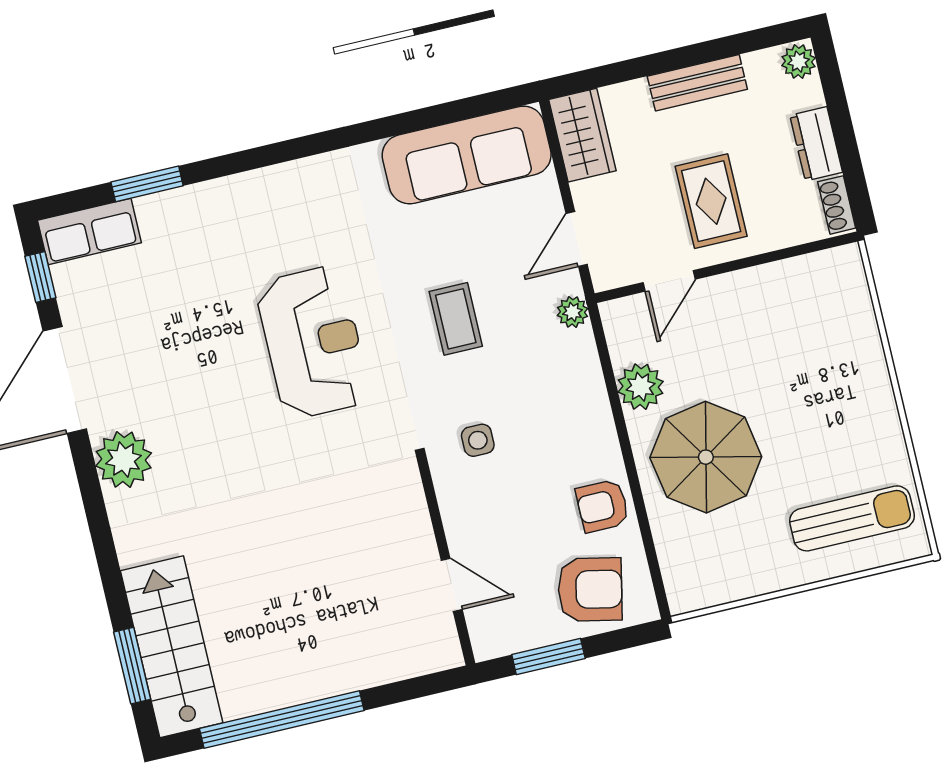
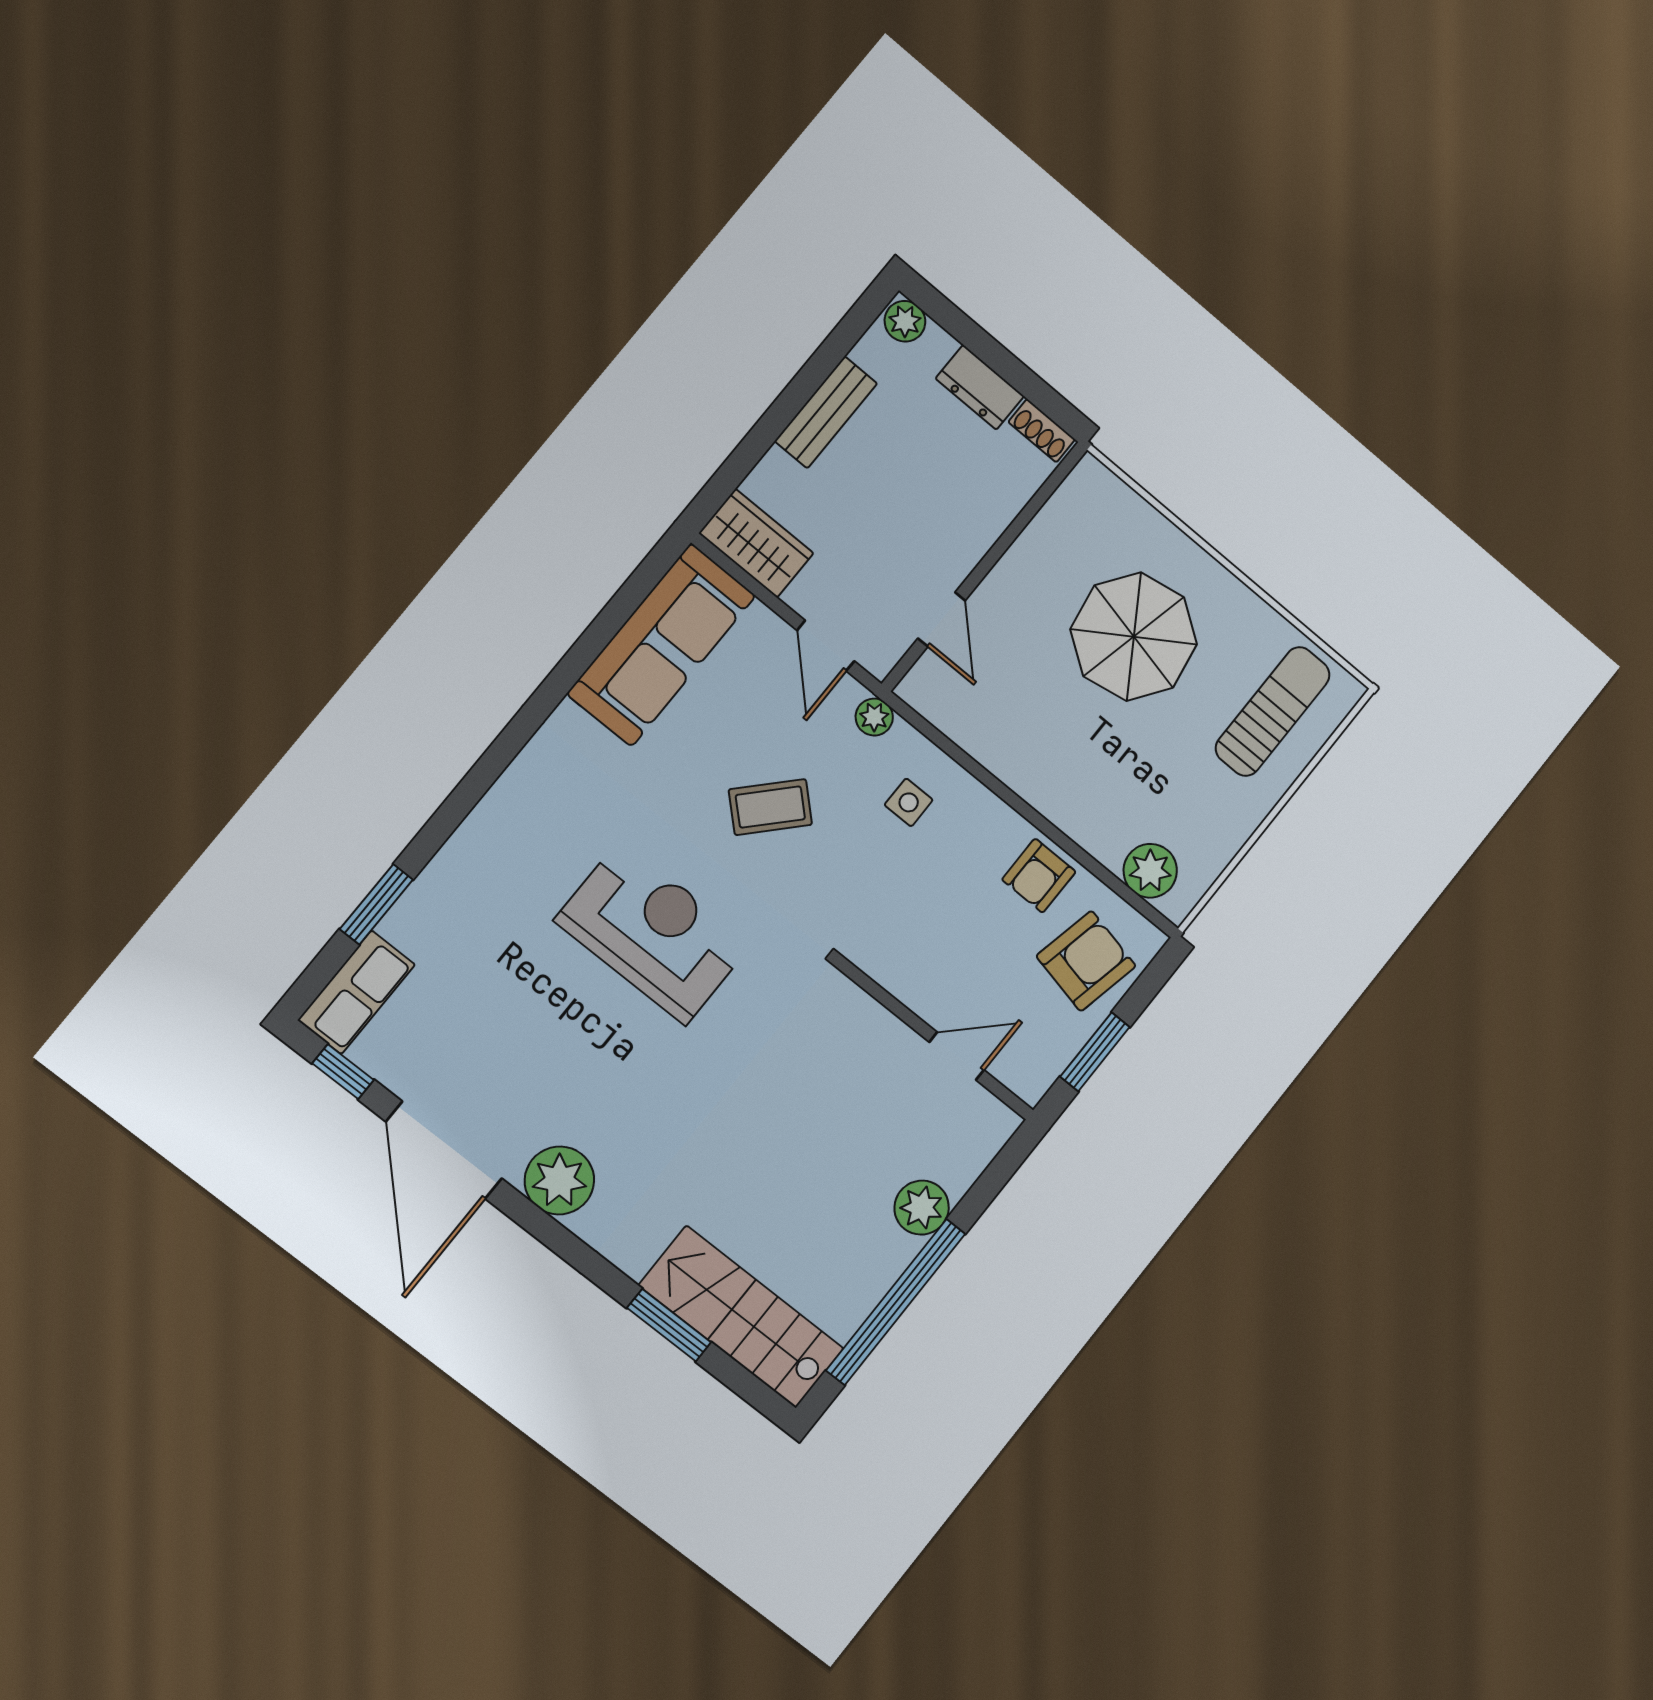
rug: (711, 201) -> (924, 515), removed
coffee table: (456, 319) -> (770, 807), turned -47
plant: (641, 387) -> (1150, 871), moved
side table: (478, 440) -> (909, 802), moved
parasol: (706, 457) -> (1134, 637), moved
window: (132, 666) -> (669, 1325), moved
plant: (349, 669) -> (922, 1208), added

